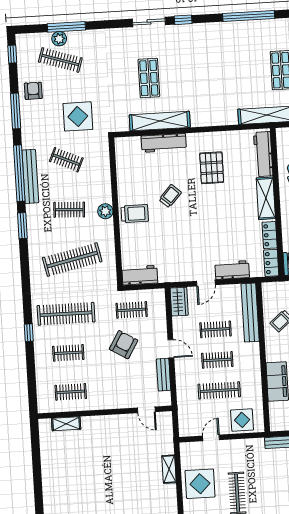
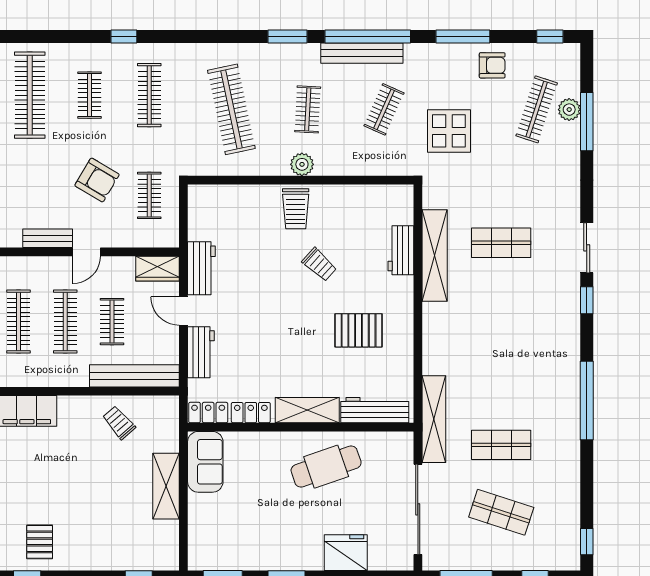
workbench: (164, 143) -> (401, 250), width x0.73
workbench: (140, 275) -> (201, 268), moved
clothes rail: (66, 314) -> (149, 95), width x0.73, depth x0.76
clothes rail: (217, 360) -> (65, 322), width x1.36
clothes rail: (71, 392) -> (30, 95), width x1.86, depth x1.31

